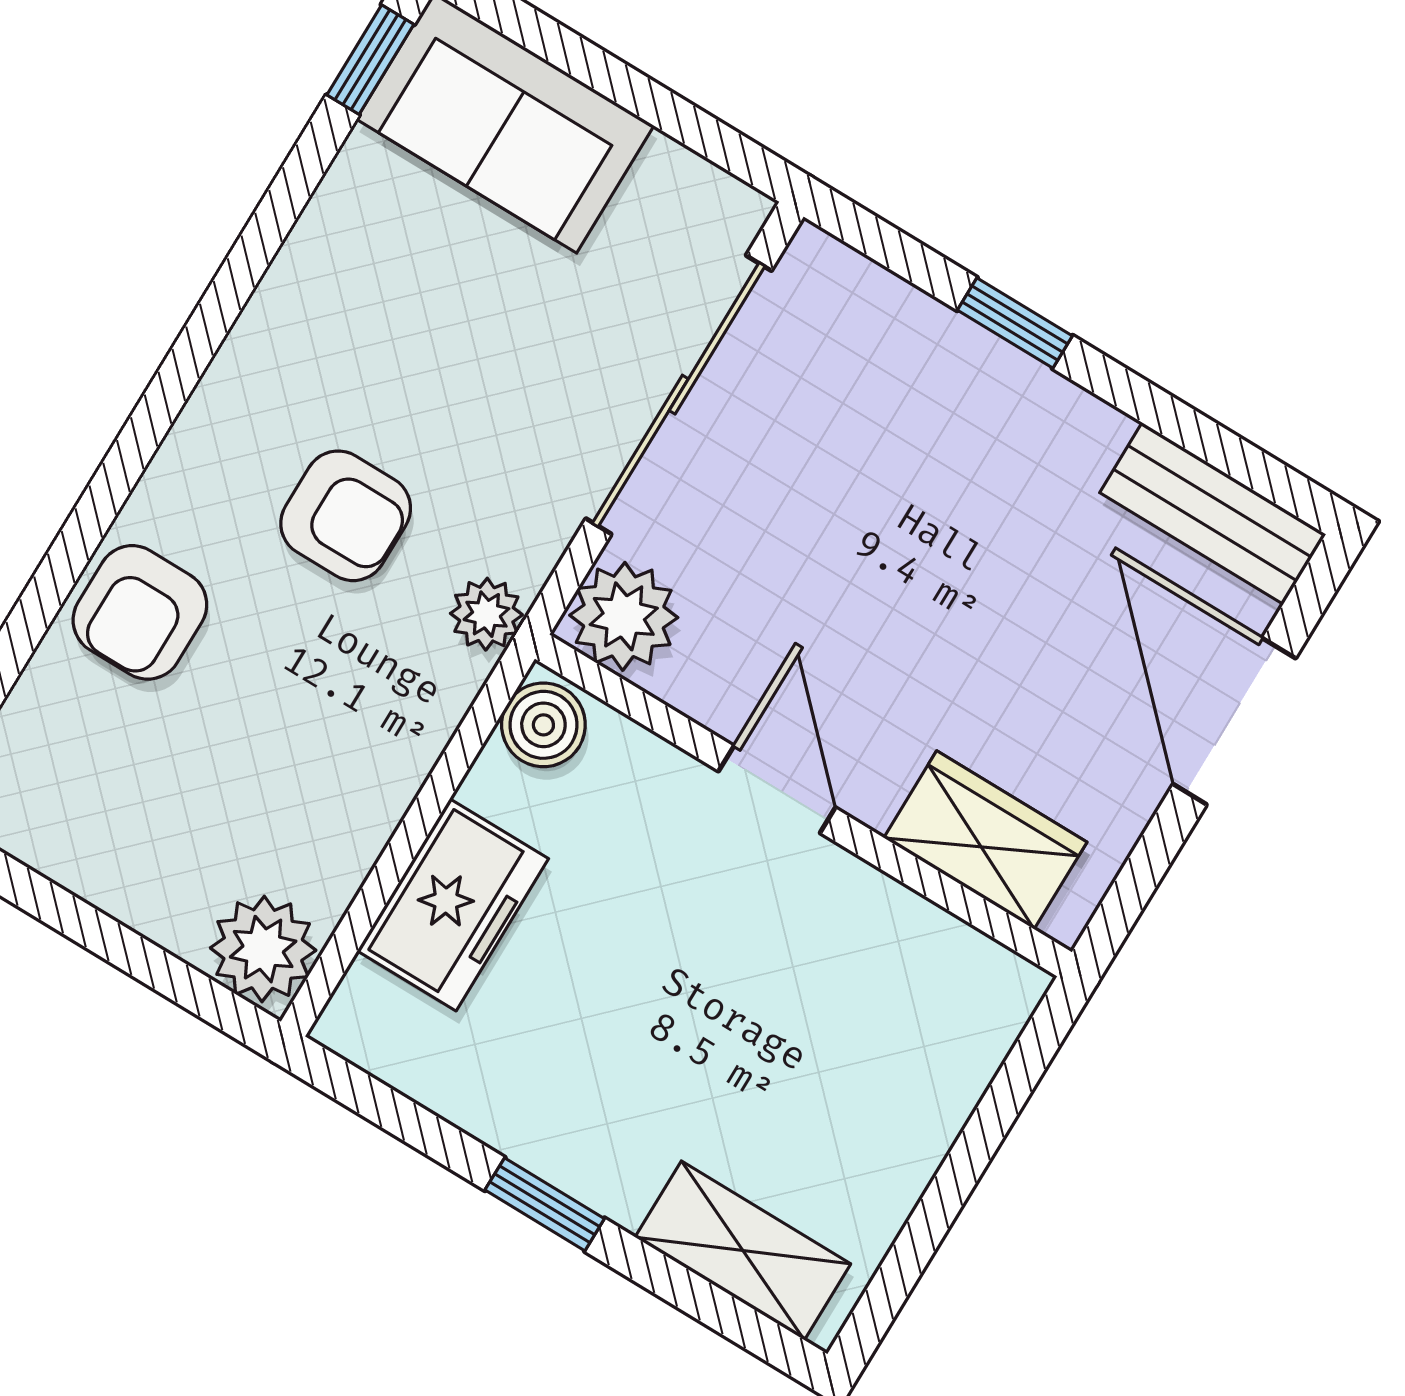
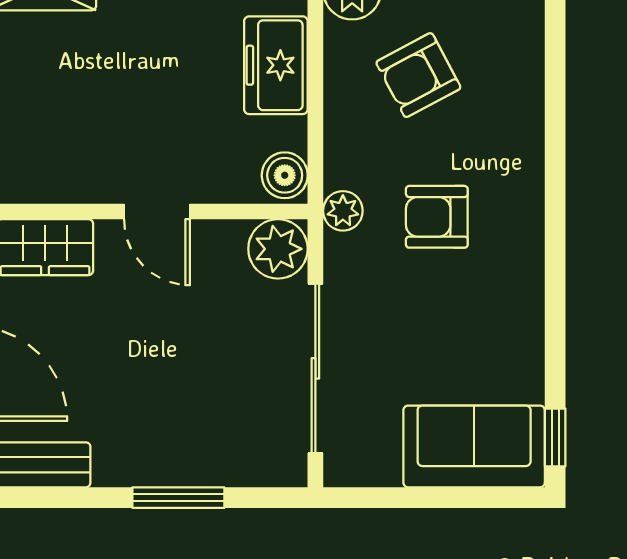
window: (1015, 323) -> (178, 498), width x1.50
armchair: (140, 612) -> (418, 75), moved, turned -118

